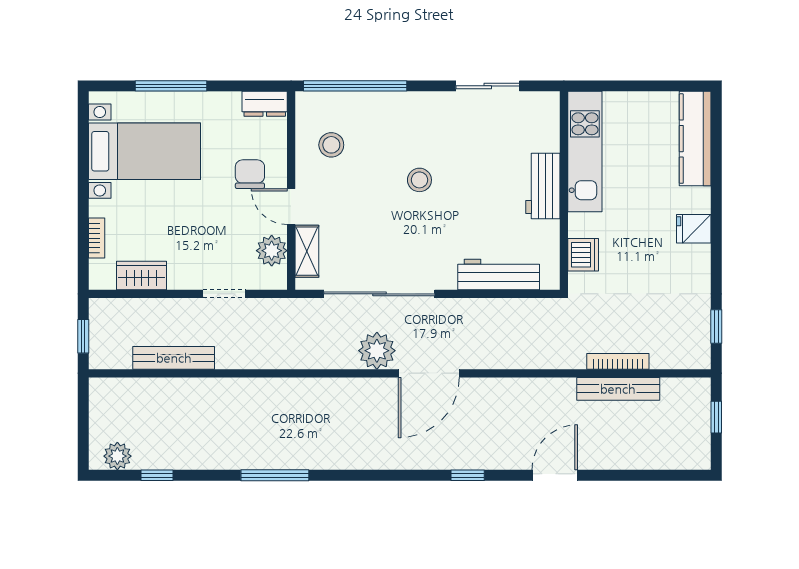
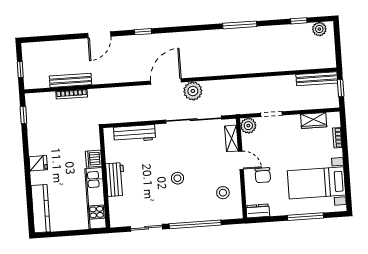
window: (355, 86) -> (195, 224), moved
plant: (272, 251) -> (248, 126), moved
dishwasher: (583, 255) -> (94, 159), moved
bench: (174, 358) -> (317, 79), moved

